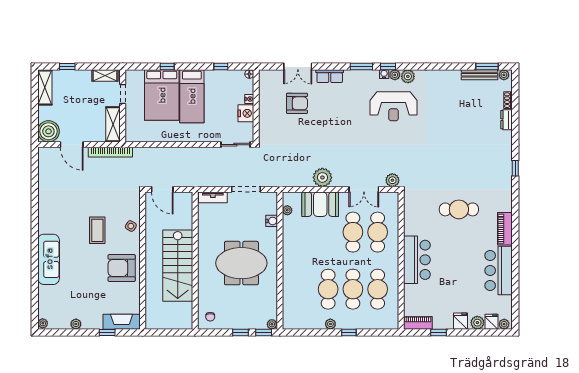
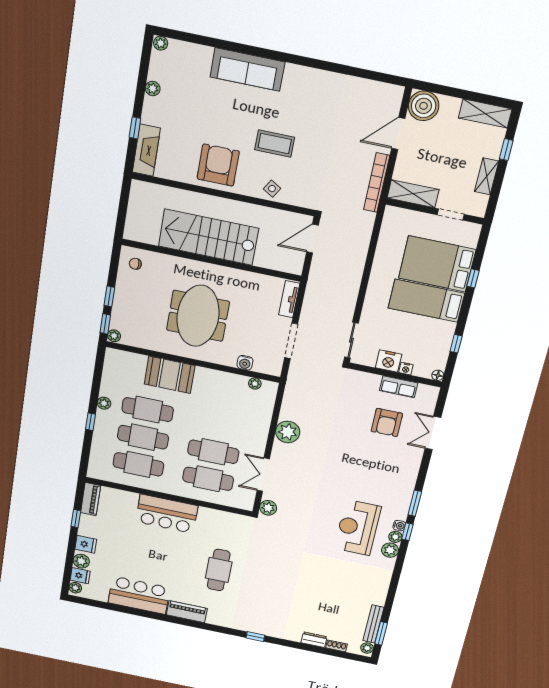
shelving: (105, 75) -> (487, 176), moved
row of seats: (330, 76) -> (399, 387), moved, turned -90
booth: (320, 204) -> (170, 375), moved, turned 90

